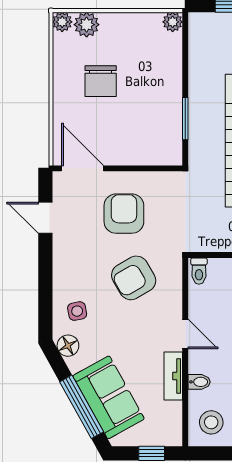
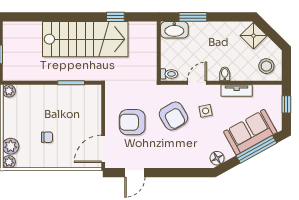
chair: (101, 81) -> (47, 137), width x0.54, depth x0.54
side table: (77, 311) -> (206, 111), moved
door: (185, 334) -> (197, 83), moved
bidet: (199, 382) -> (225, 74), moved

